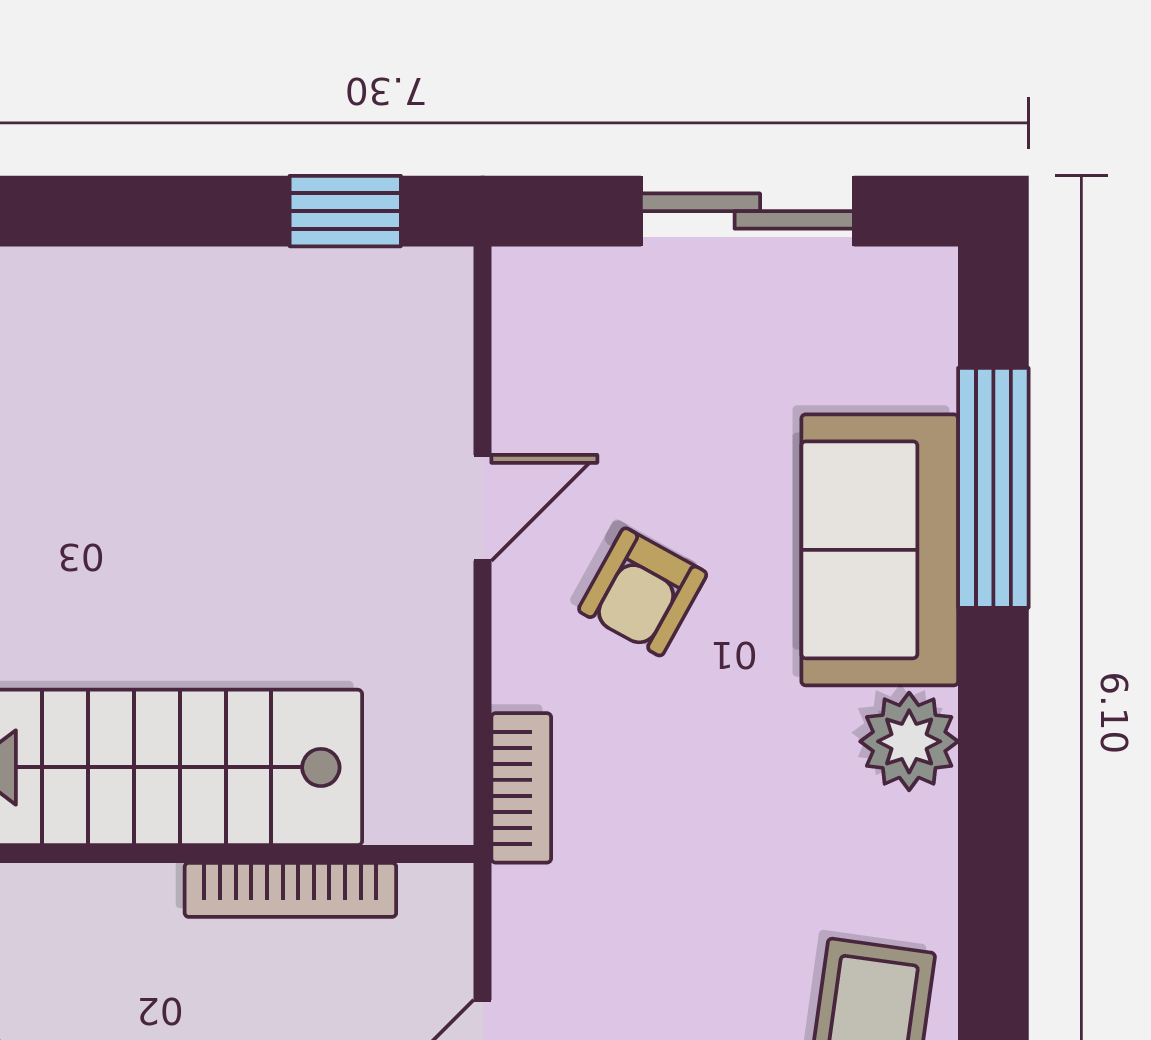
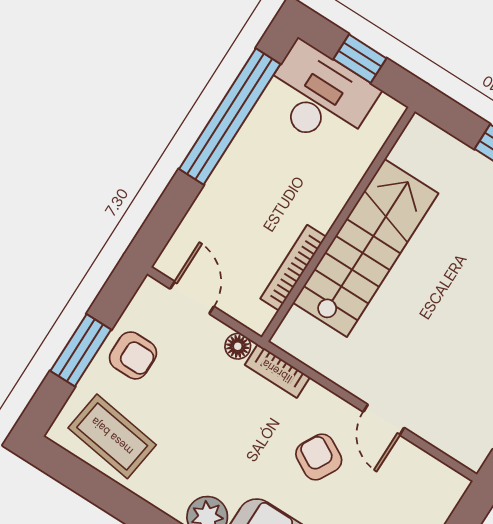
floor lamp: (522, 901) -> (238, 346), added

